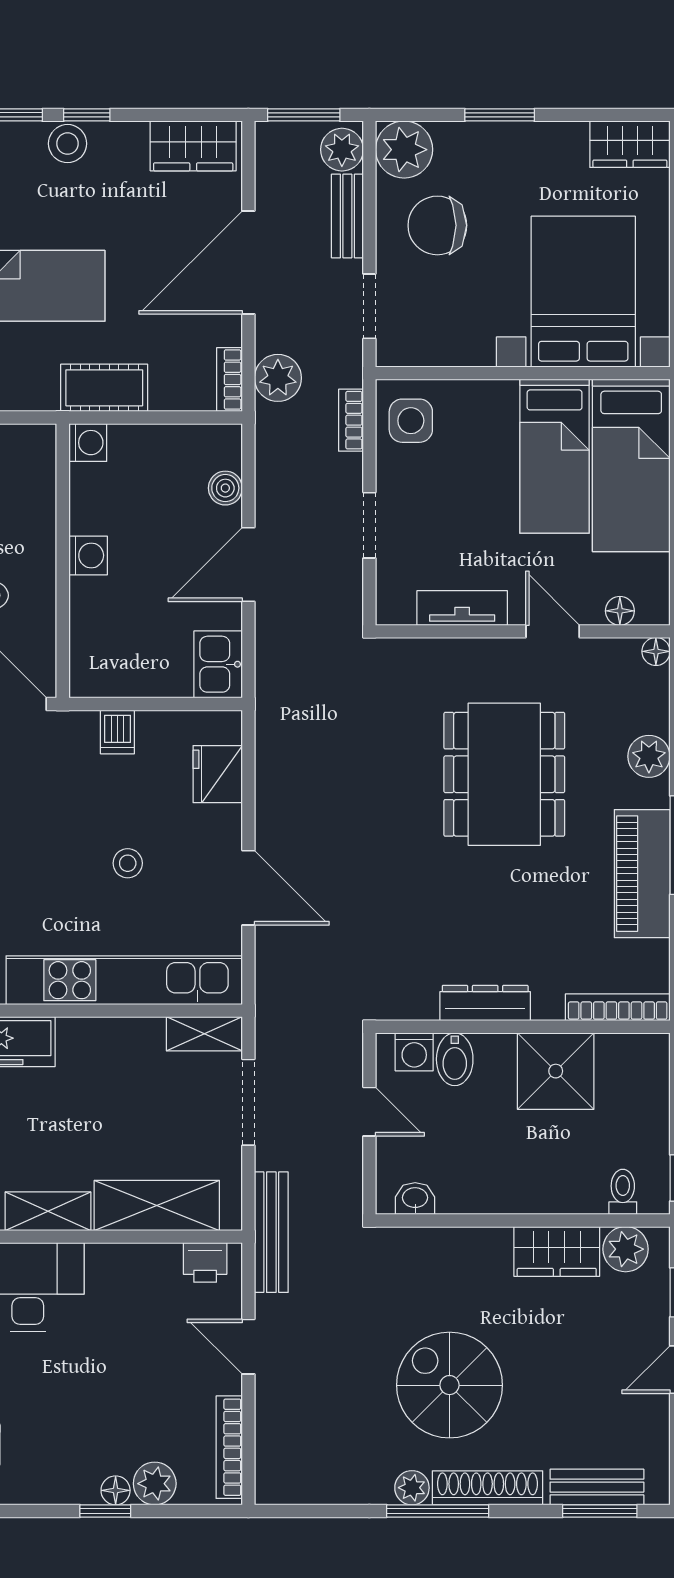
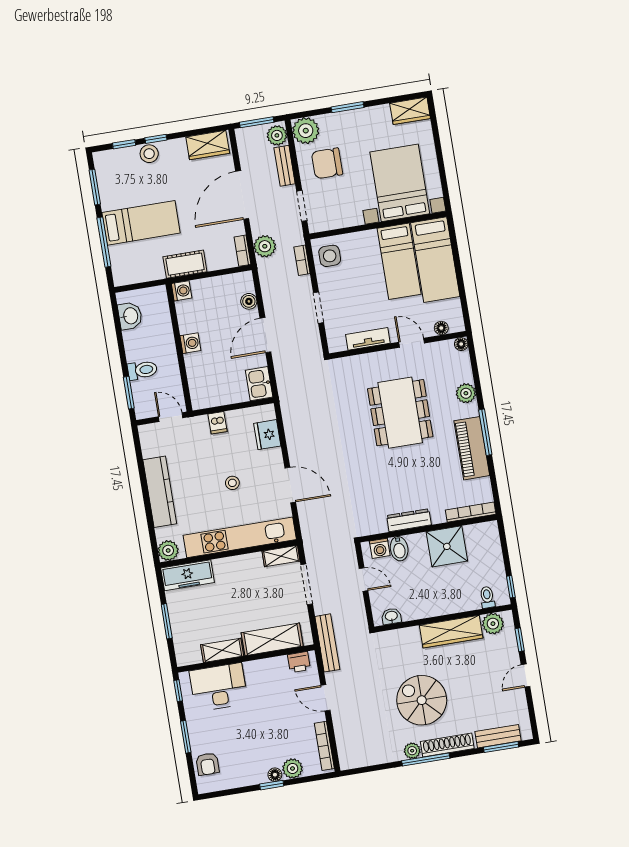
wardrobe: (557, 1251) -> (451, 632), width x1.50

